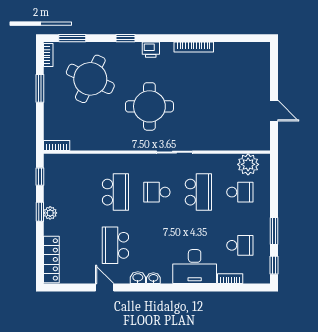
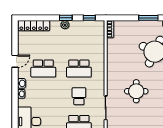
round table: (149, 106) -> (136, 91), width x0.73, depth x0.73
school desk: (115, 245) -> (43, 68), turned 180

